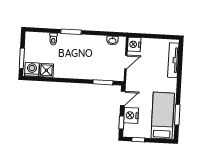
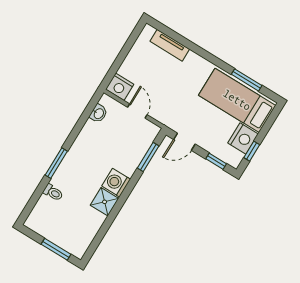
tv unit: (173, 60) -> (170, 45), width x0.71
washing machine: (32, 69) -> (116, 183), moved
shower: (46, 70) -> (105, 202), moved
door: (123, 98) -> (184, 142), swing flipped
nightstand: (131, 115) -> (243, 138), moved, turned -90

